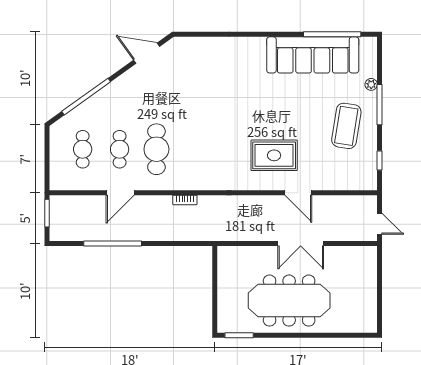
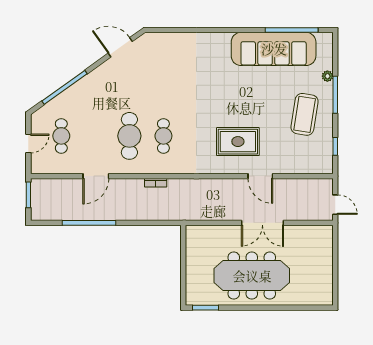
cafe table: (120, 149) -> (163, 136), moved
door: (47, 157) -> (28, 143), added

